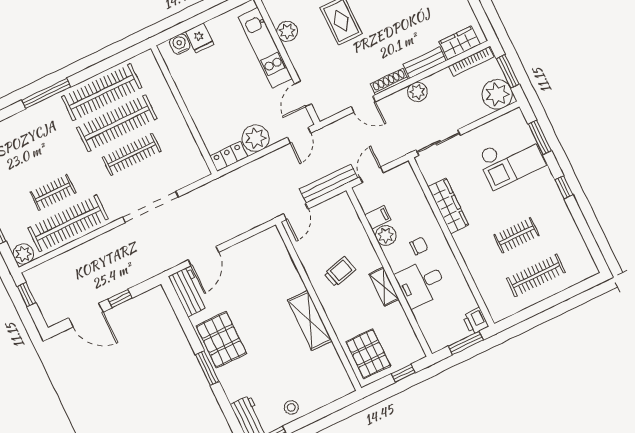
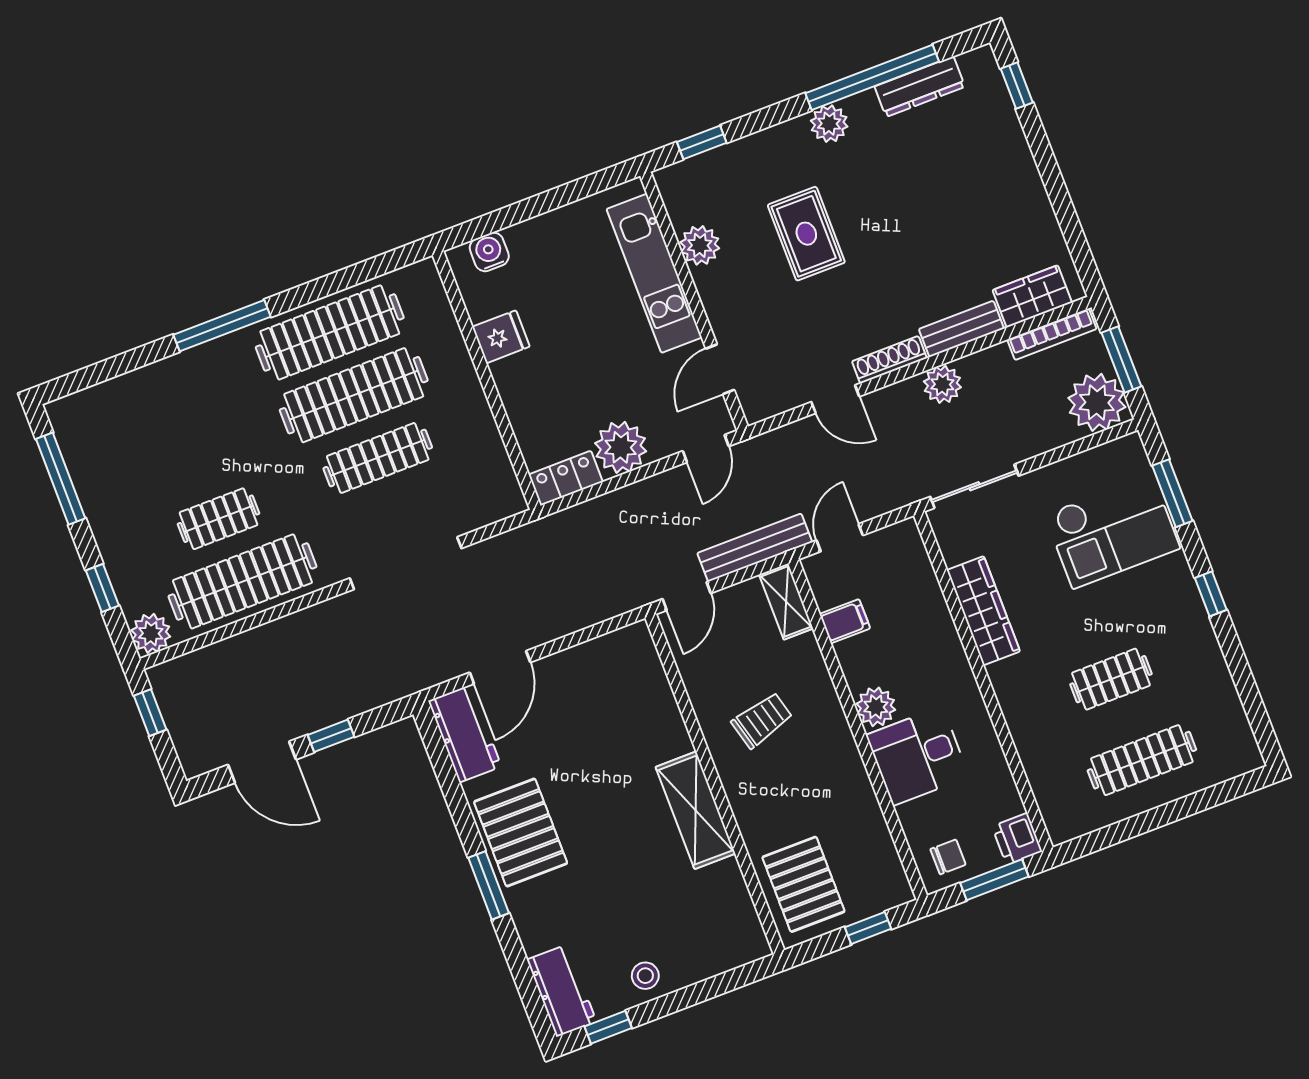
fridge: (200, 38) -> (501, 337), moved, turned -90
plant: (386, 235) -> (876, 707), moved
chair: (419, 246) -> (948, 857), moved
shelving: (384, 287) -> (786, 602), moved

